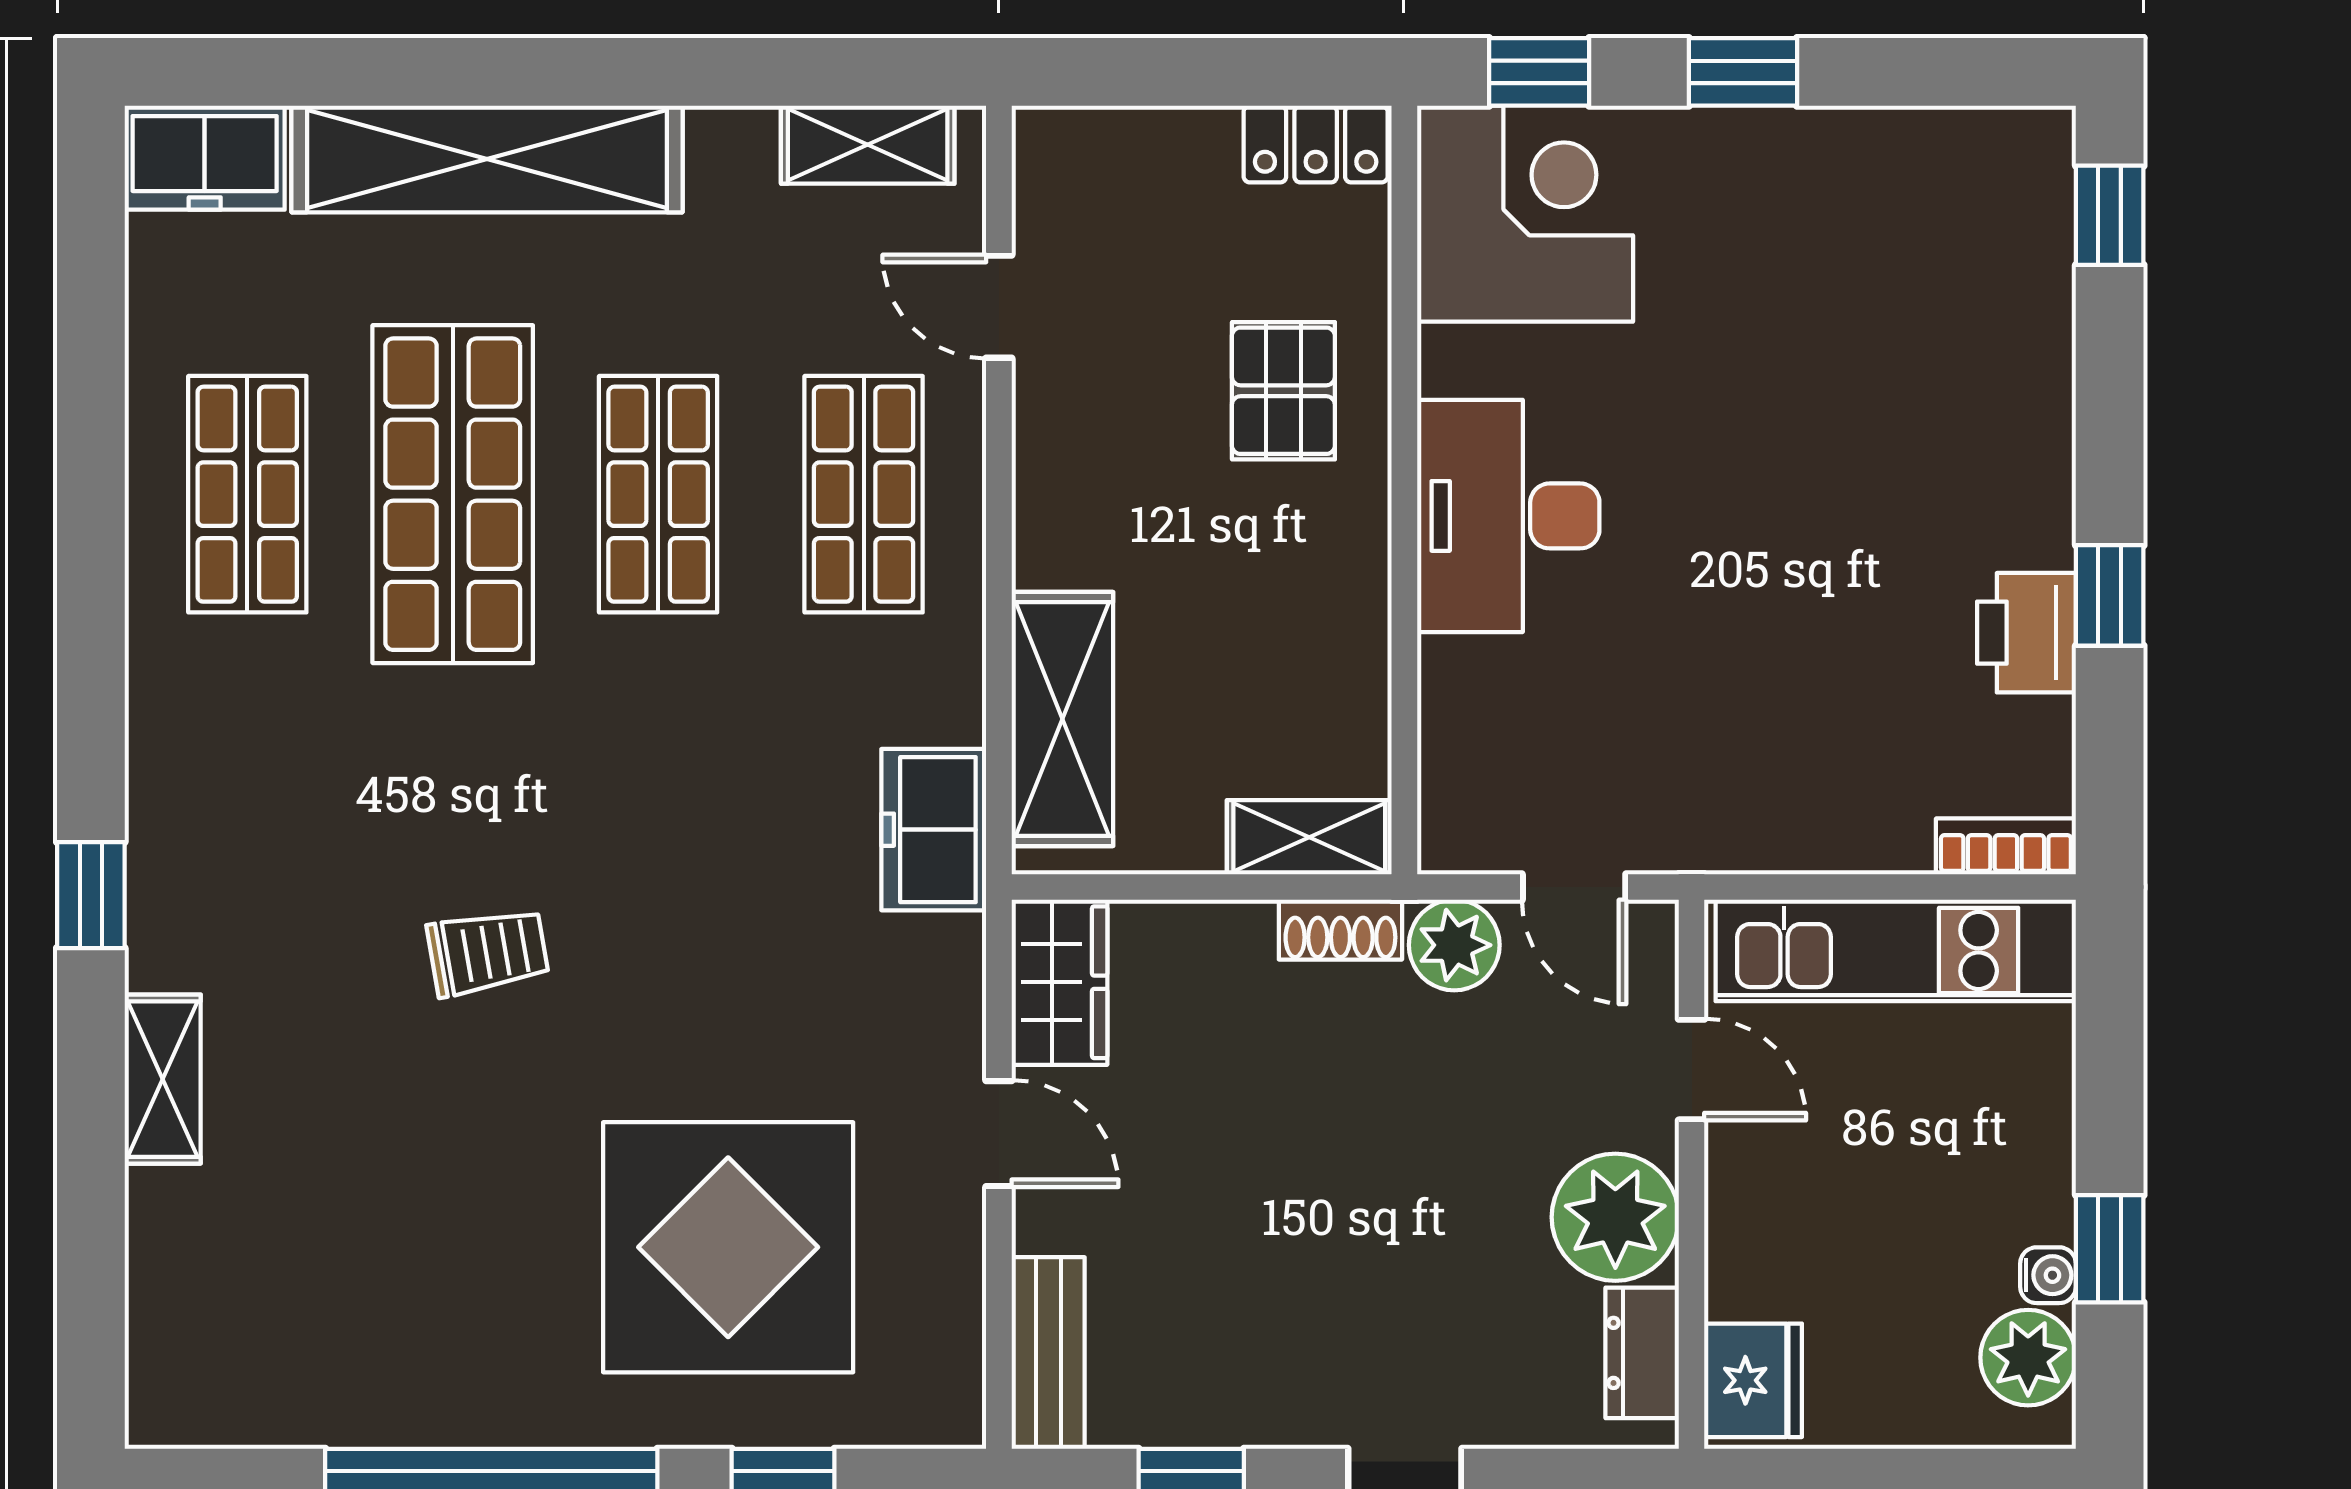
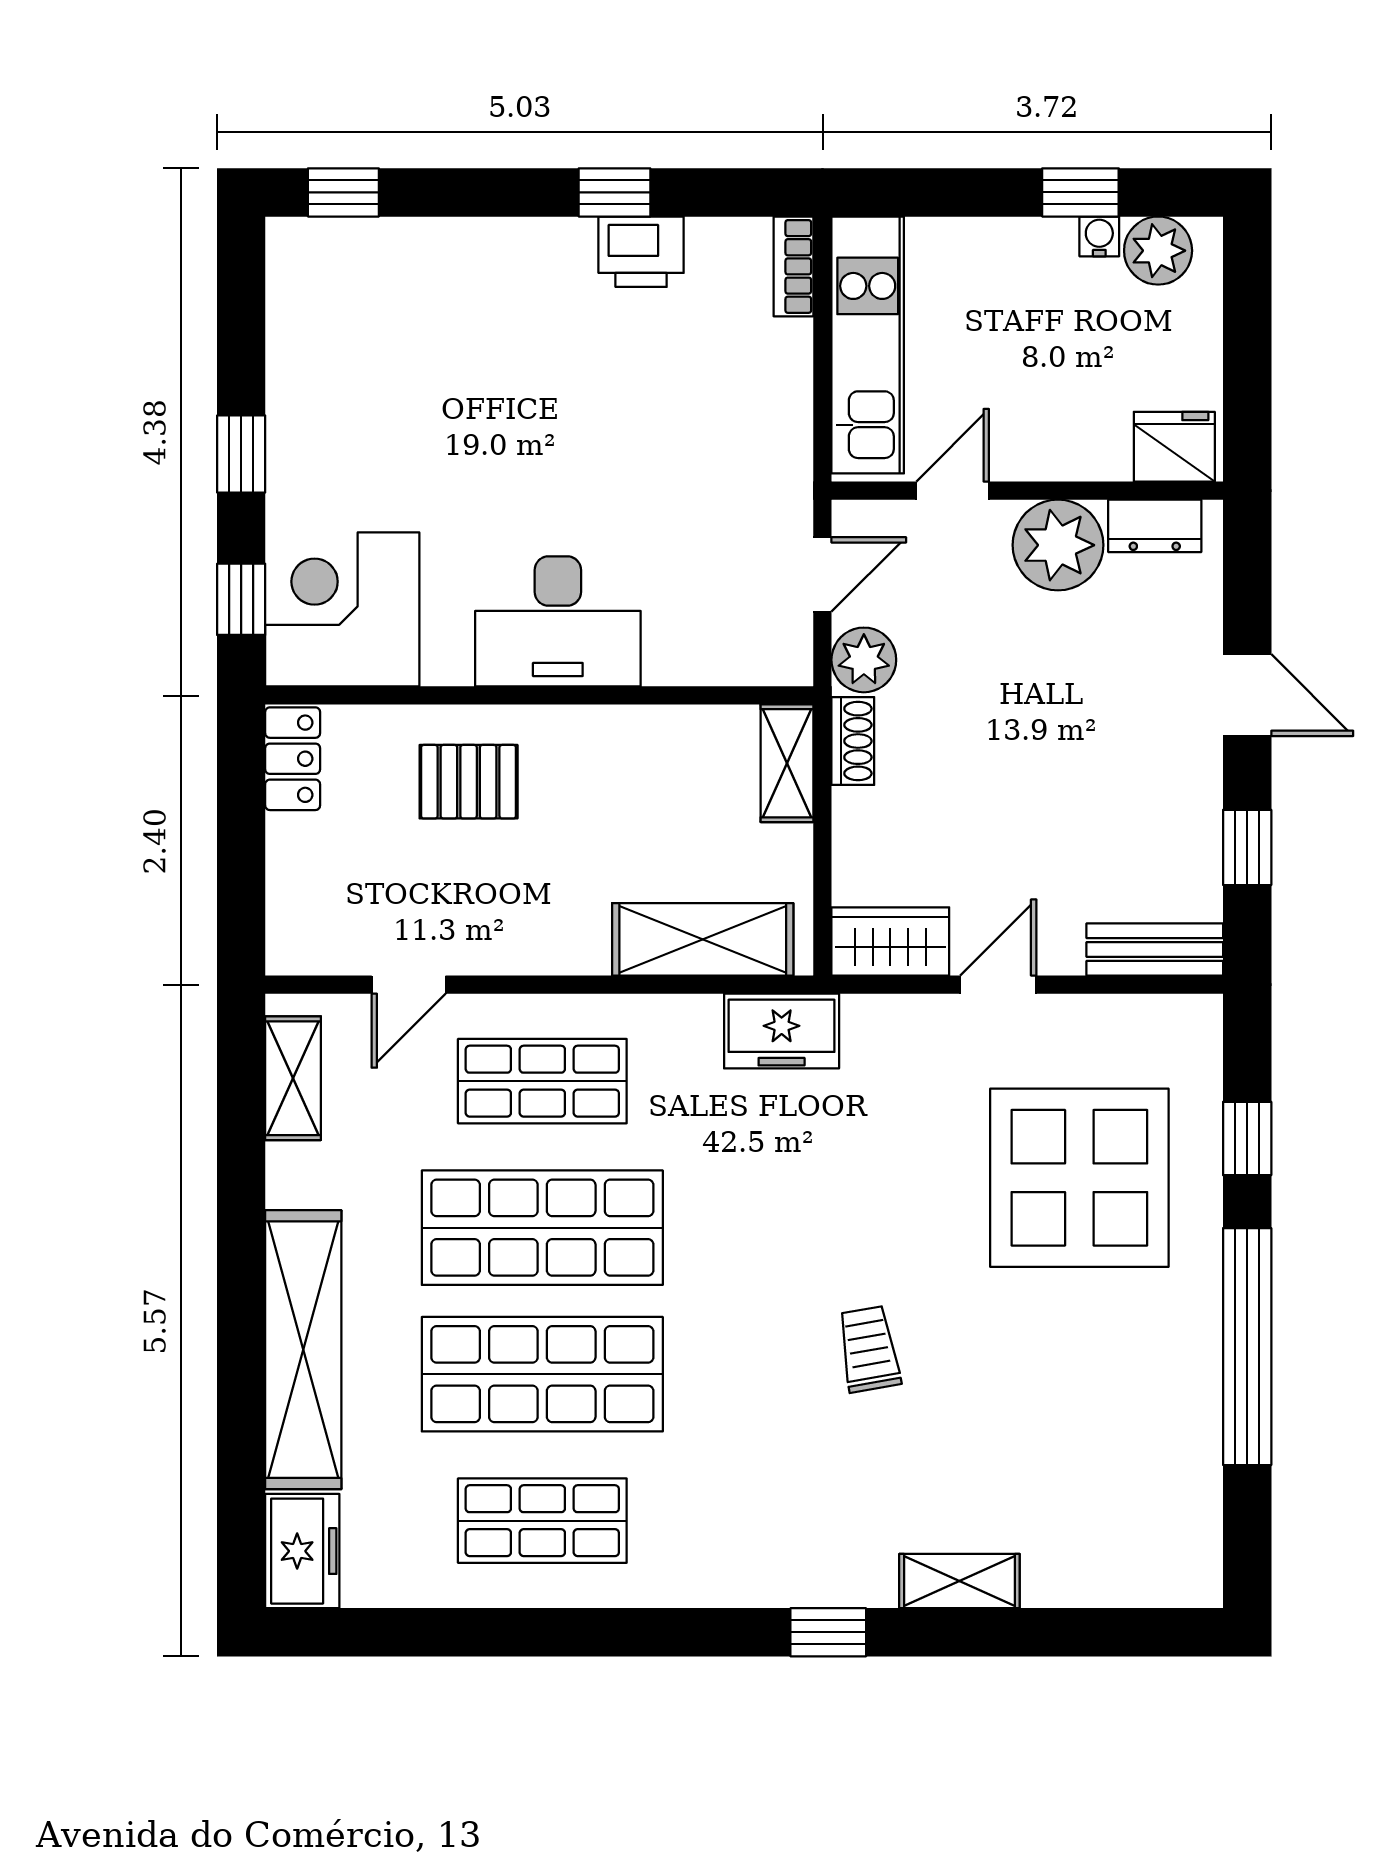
shop shelf: (658, 494) -> (542, 1228), width x1.43, depth x1.36

